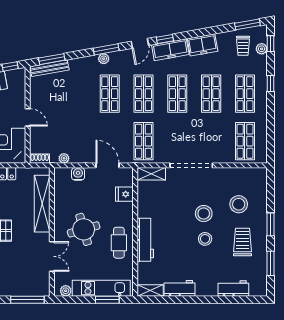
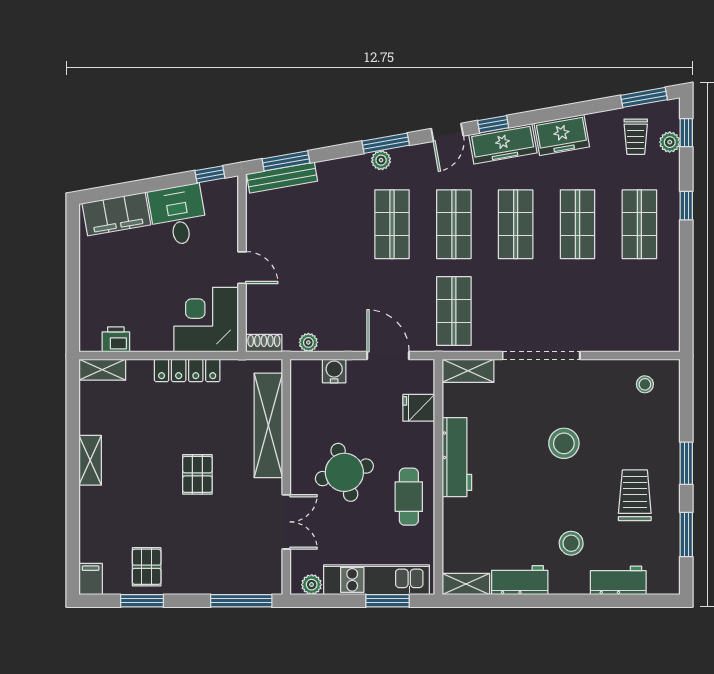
shop shelf: (245, 141) -> (639, 311), removed
stool: (239, 204) -> (645, 384), moved, width x0.53, depth x0.53
stool: (205, 239) -> (571, 543), moved
workbench: (145, 240) -> (457, 457), moved

